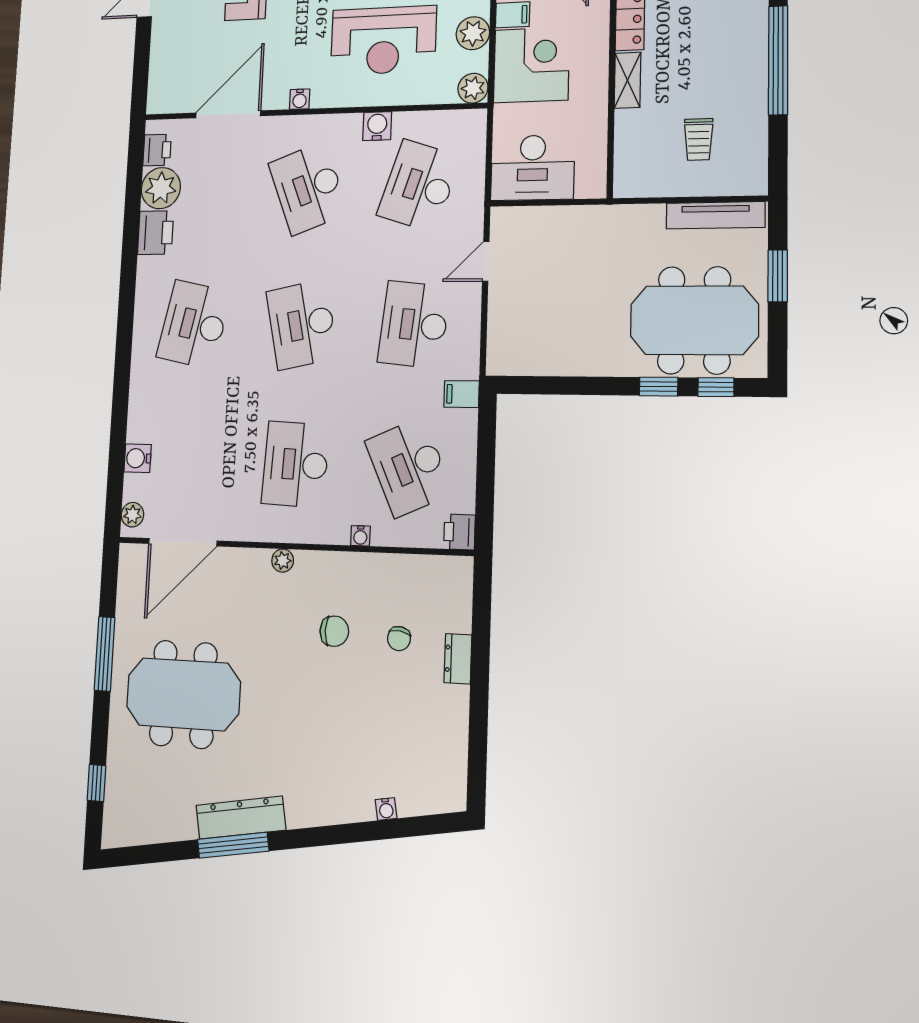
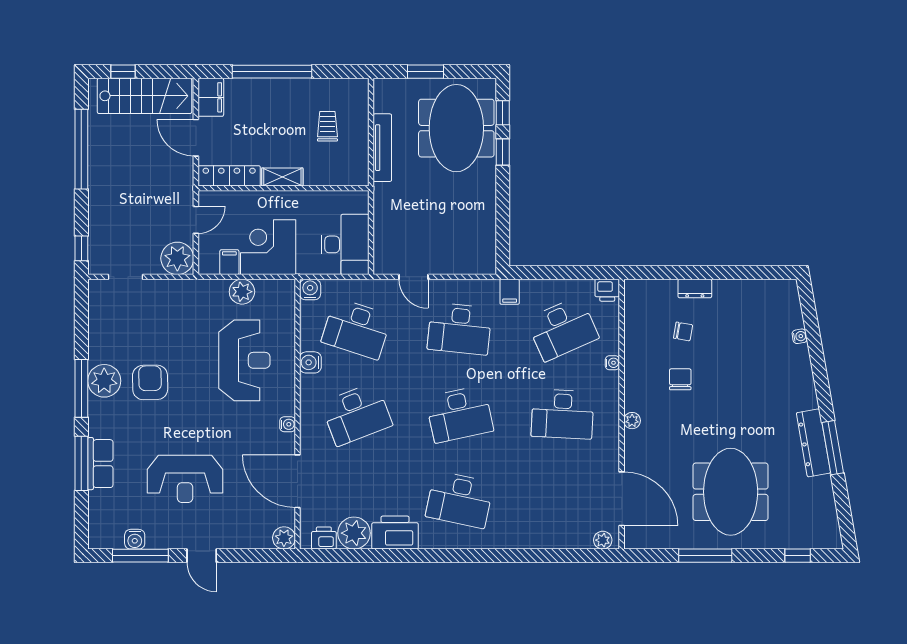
plant: (473, 88) -> (284, 538), moved
trolley: (699, 139) -> (327, 126), turned -90
tv unit: (715, 215) -> (382, 148), moved
printer: (155, 233) -> (395, 533), width x1.37, depth x1.19
water cooler: (138, 458) -> (310, 290), moved, turned 180

